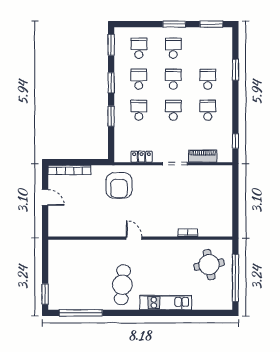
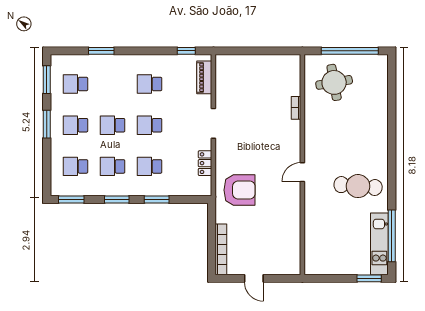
school desk: (208, 79) -> (75, 84), moved
piano: (203, 156) -> (204, 77), moved
door: (45, 197) -> (254, 278), swing flipped
kitchen unit: (166, 303) -> (379, 244), moved

